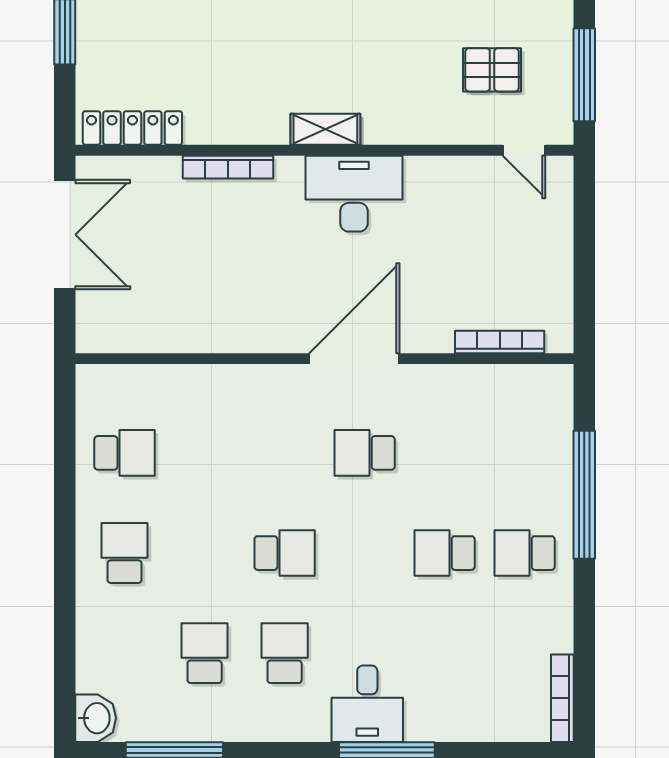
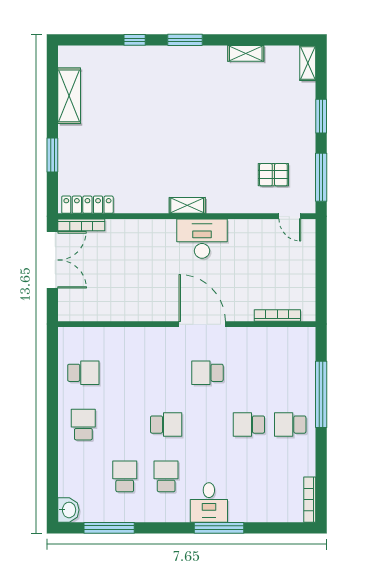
bookcase: (228, 167) -> (81, 225), moved
door: (354, 359) -> (202, 324), hinge flipped

